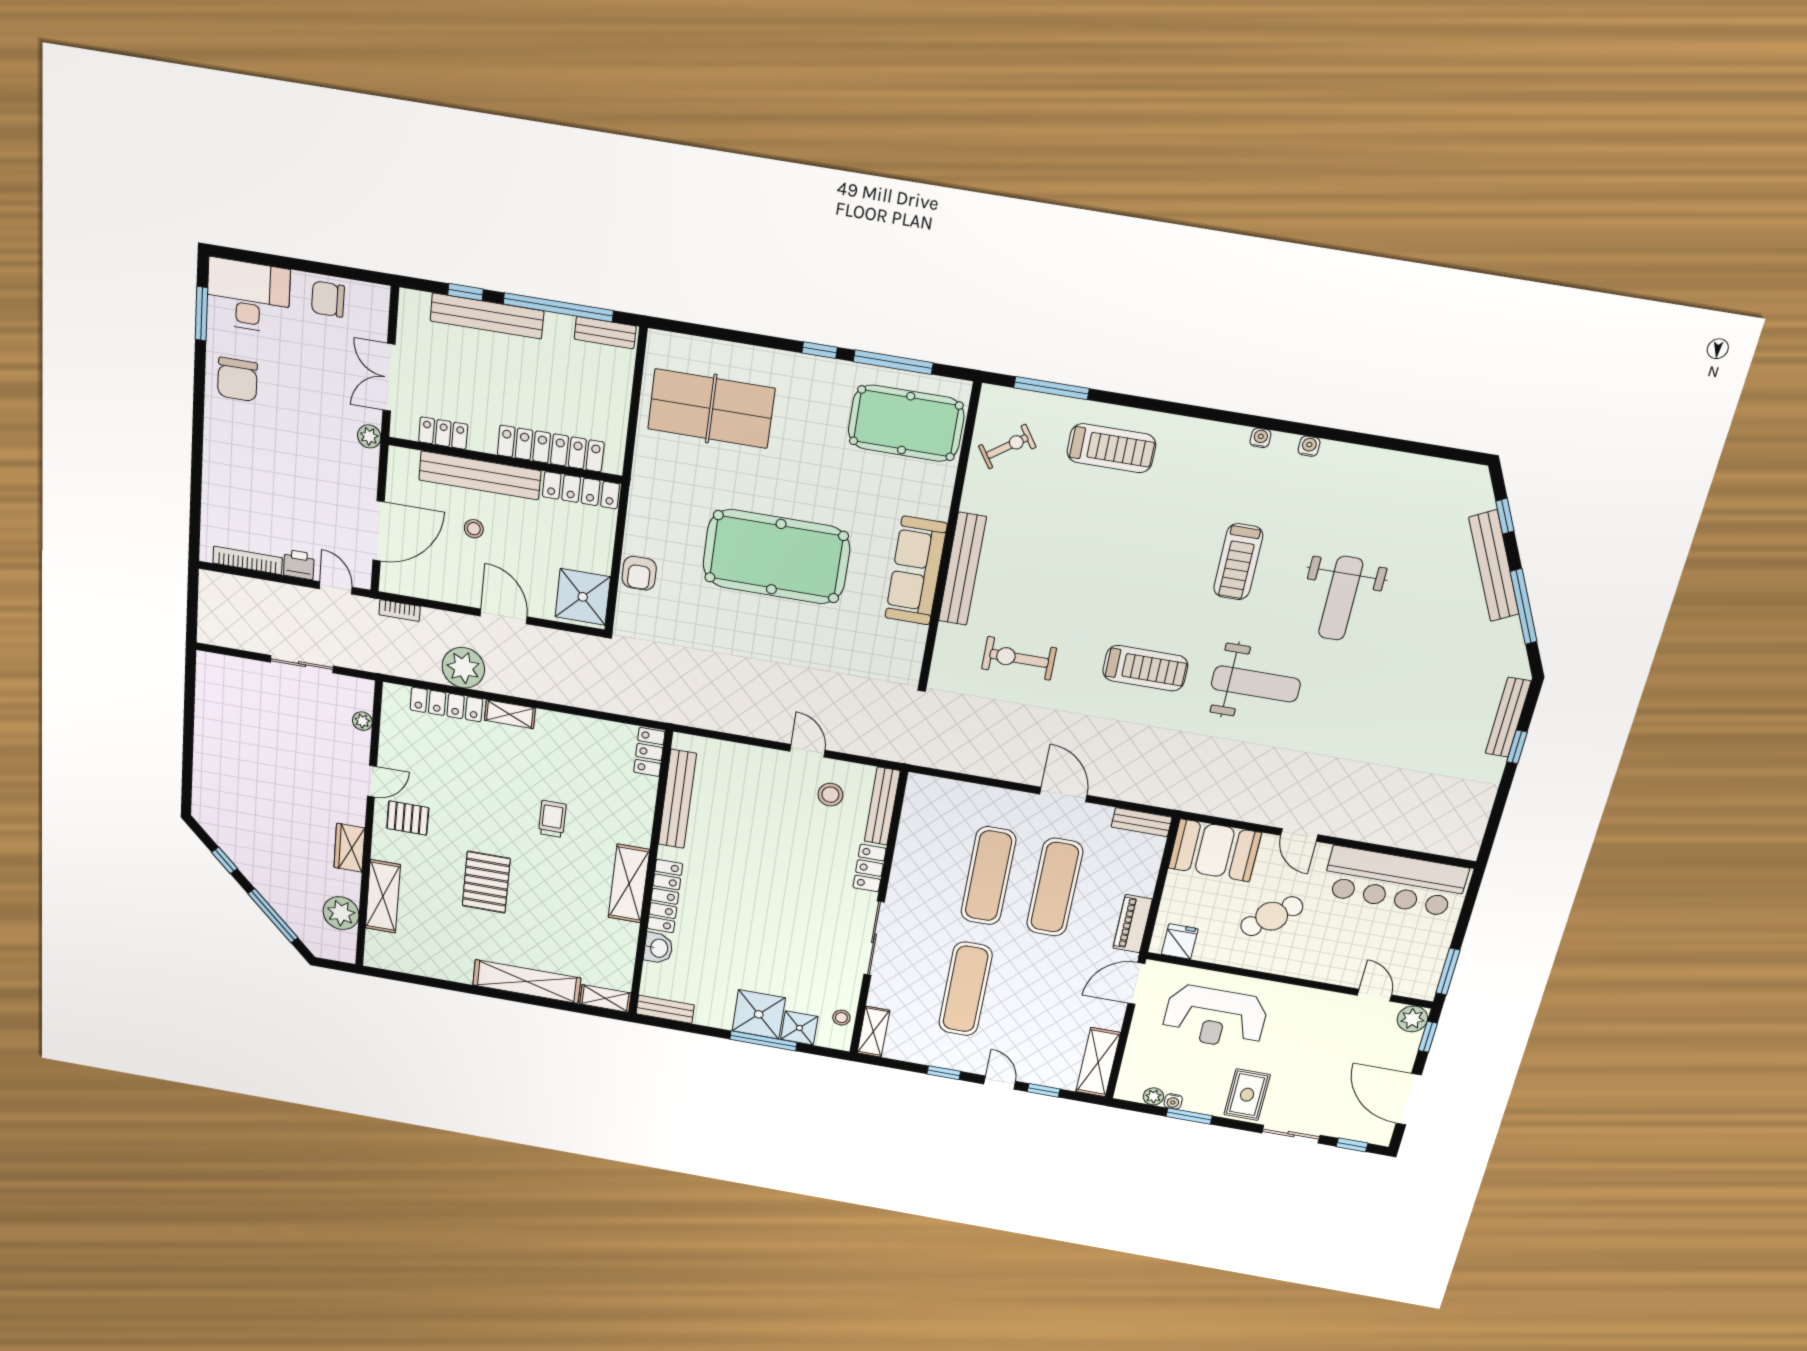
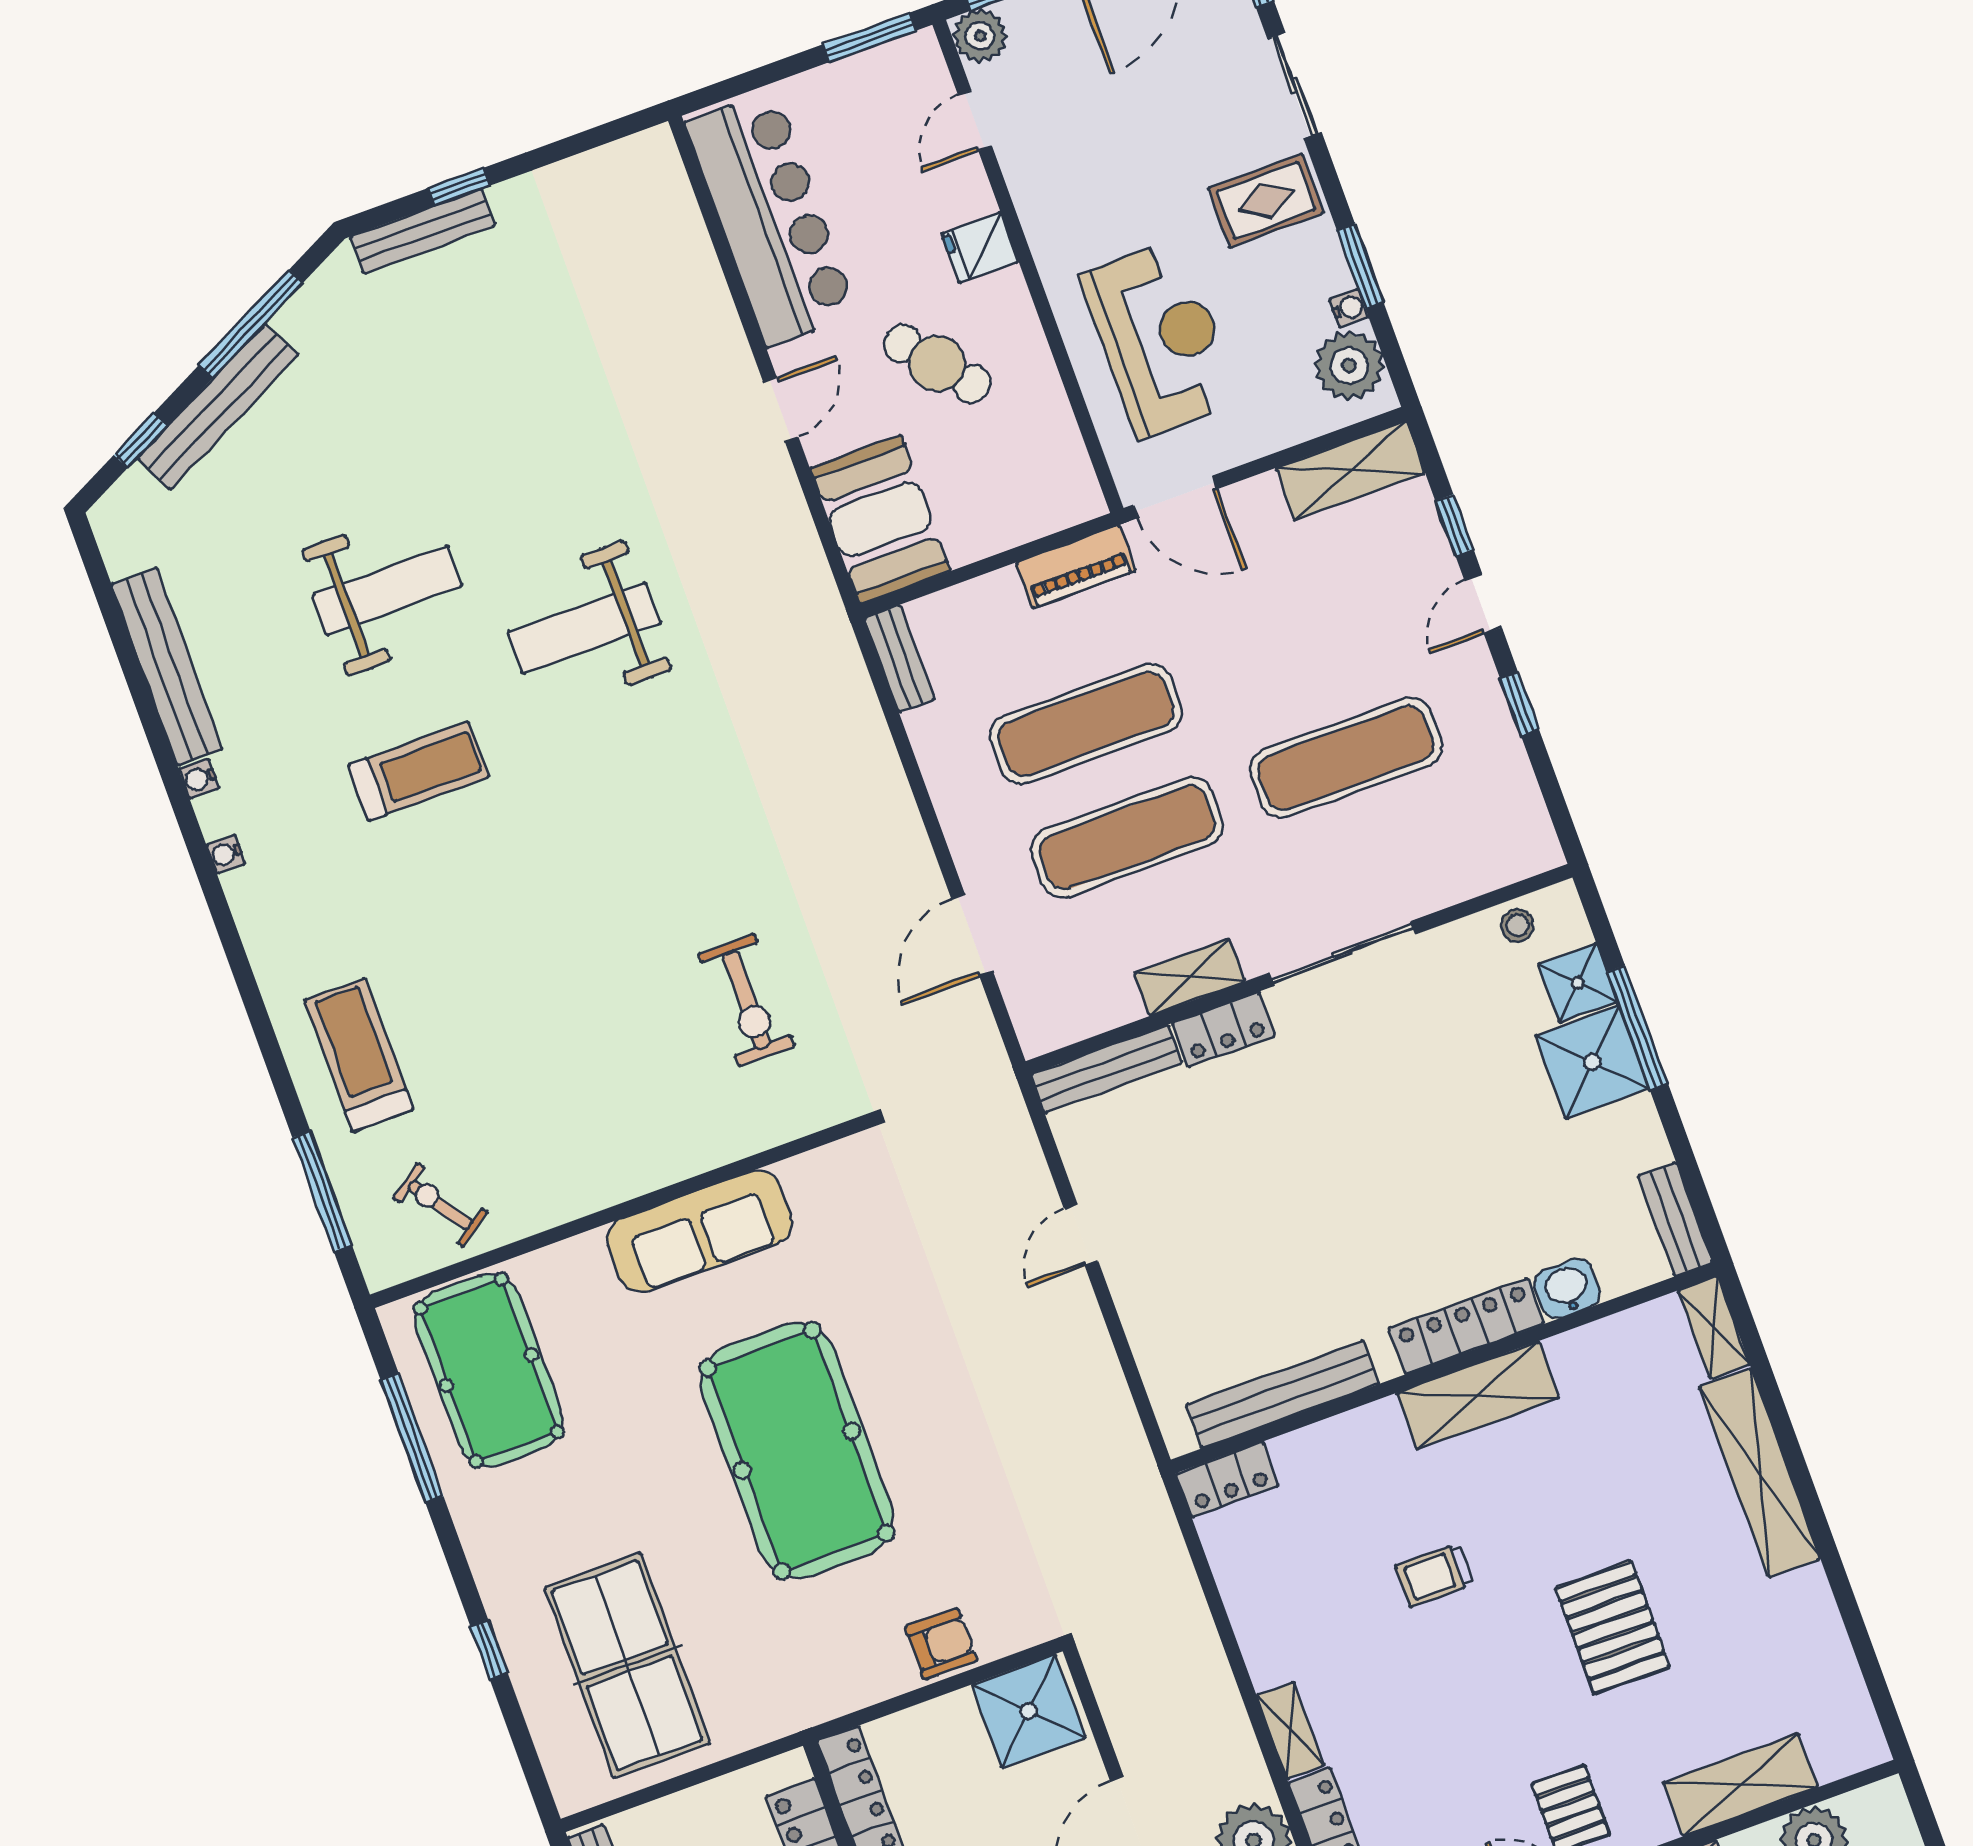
window: (820, 350) -> (489, 1649), moved
bench: (962, 569) -> (167, 666), moved, turned 90
treadmill: (1145, 668) -> (654, 805), removed
weight bench: (1256, 684) -> (584, 628), turned -90
stool: (830, 795) -> (1134, 1160), removed
door: (1063, 795) -> (972, 935), moved
pallet: (486, 882) -> (1613, 1627), turned 90
fridge: (1180, 942) -> (980, 248), moved
shelving: (873, 1032) -> (1190, 977), moved
plant: (1153, 1096) -> (1349, 366), width x1.88, depth x1.88

